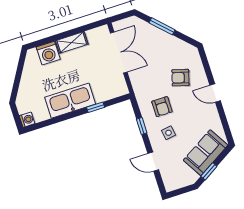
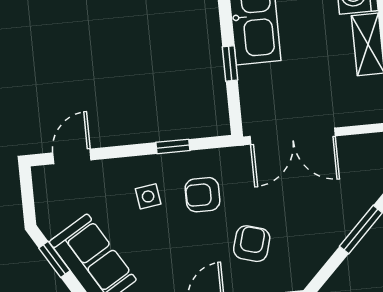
double door: (119, 53) -> (293, 136), moved
door: (153, 162) -> (72, 156), moved

